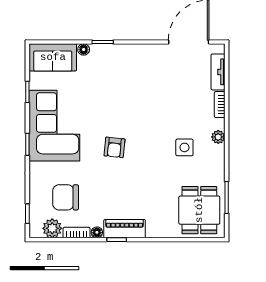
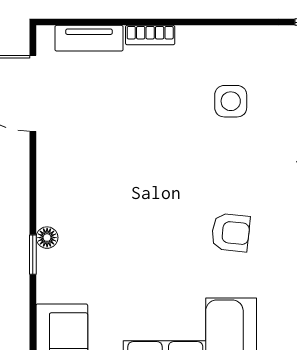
floor lamp: (84, 50) -> (47, 238), moved
plant: (218, 137) -> (211, 38), removed

